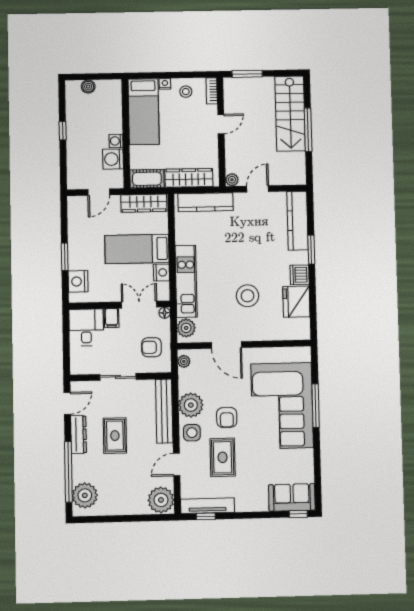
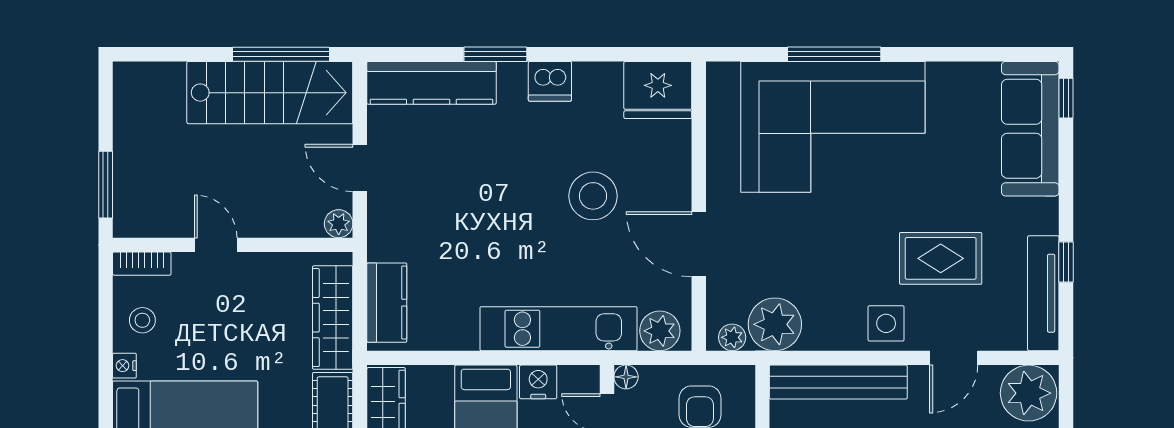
stairs: (290, 114) -> (270, 93), moved
window: (308, 130) -> (281, 54), moved
kitchen counter: (205, 202) -> (387, 303), width x0.67
fridge: (296, 302) -> (658, 90), moved
door: (226, 345) -> (699, 244), swing flipped
plant: (191, 405) -> (775, 324), moved
armchair: (227, 417) -> (855, 247), removed
door: (177, 465) -> (954, 358), hinge flipped
sofa: (292, 497) -> (1030, 129), width x1.36
window: (206, 516) -> (1066, 262), moved

